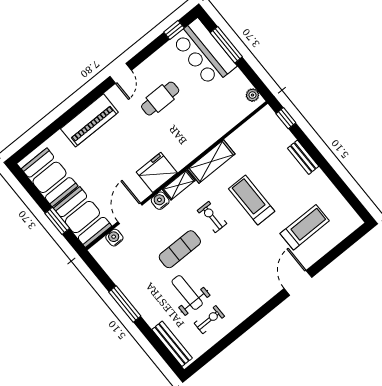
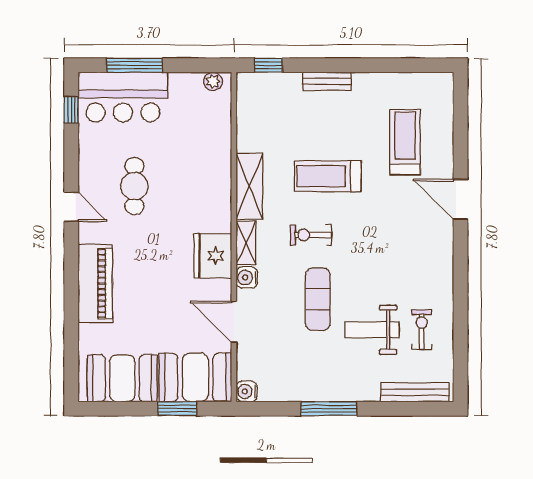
water cooler: (114, 238) -> (246, 391), moved

